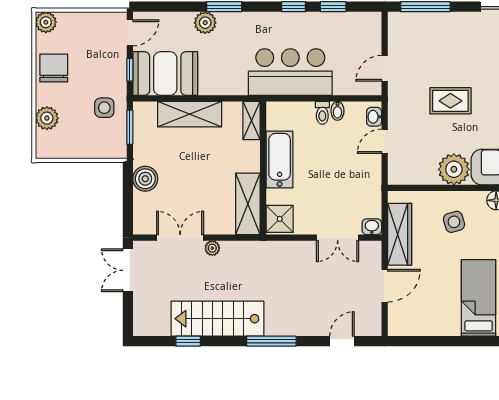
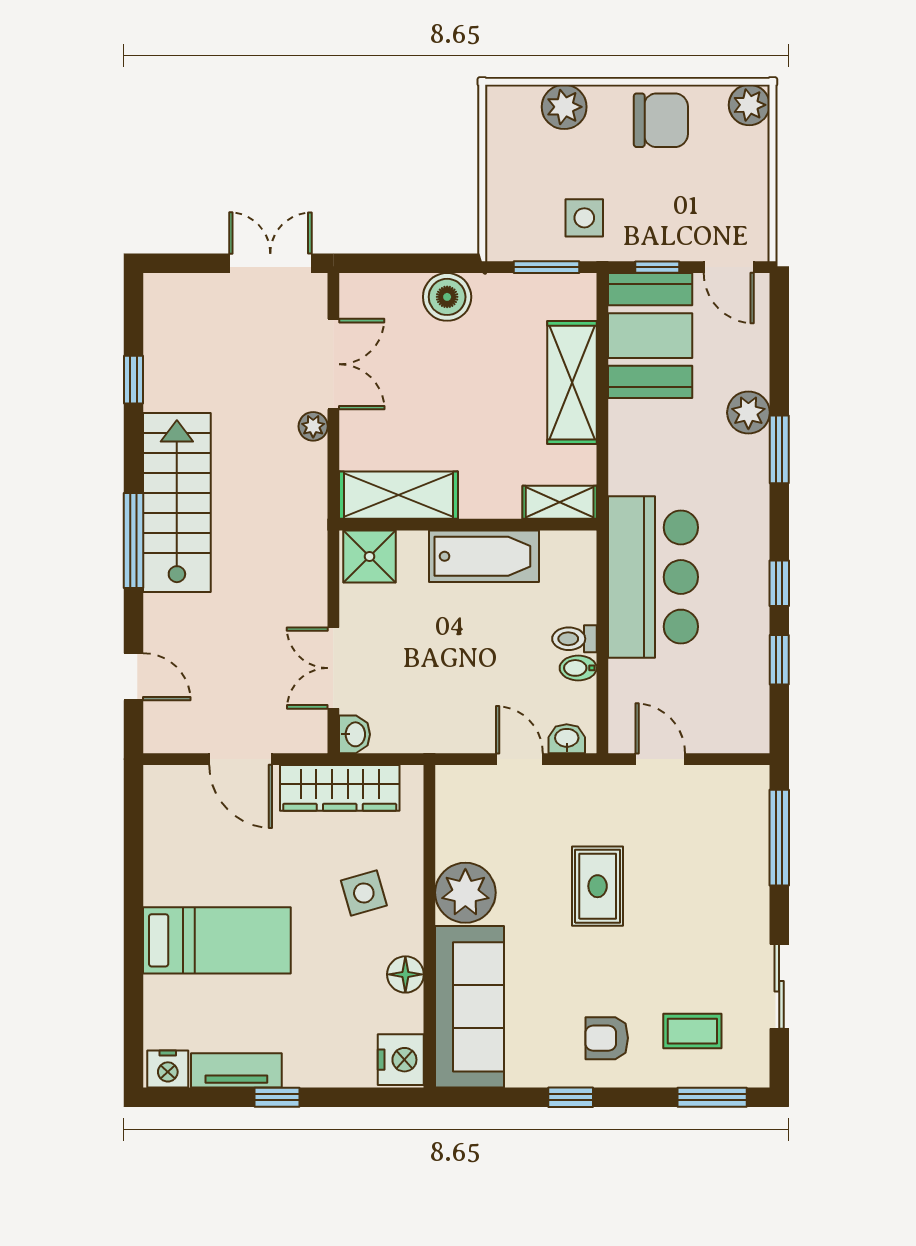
stairs: (217, 319) -> (177, 503), moved

